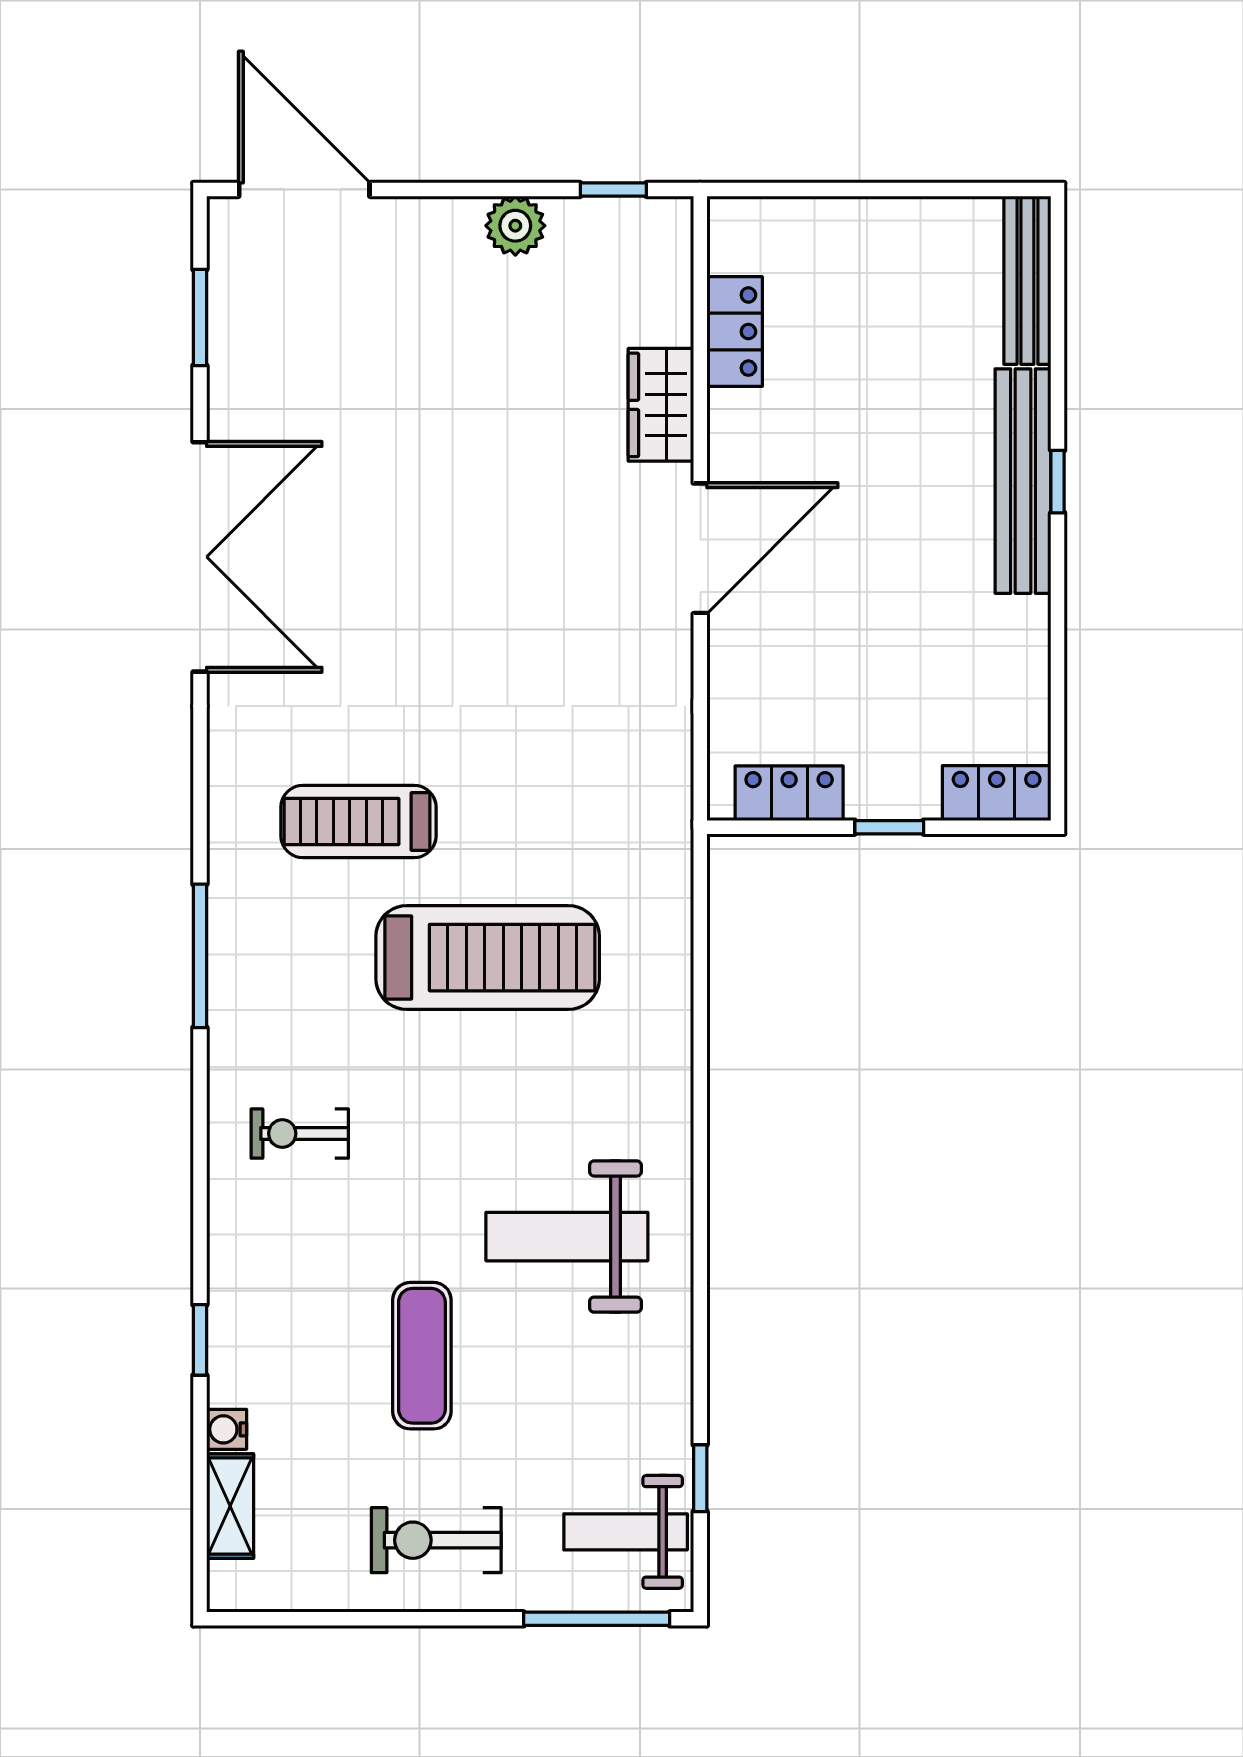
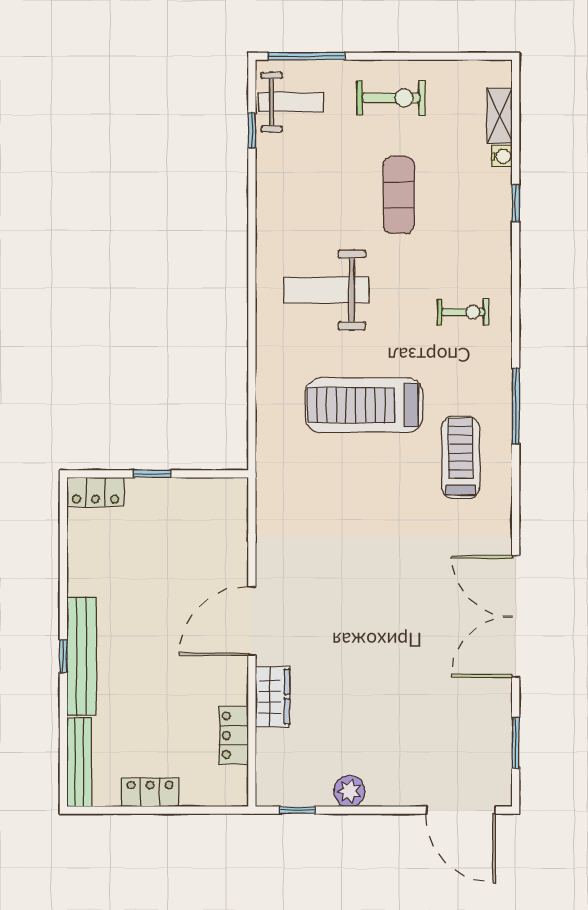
locker: (789, 793) -> (150, 792), moved, turned 180
treadmill: (359, 822) -> (461, 457), moved, turned -90
weight bench: (567, 1237) -> (326, 290), moved, turned 180

